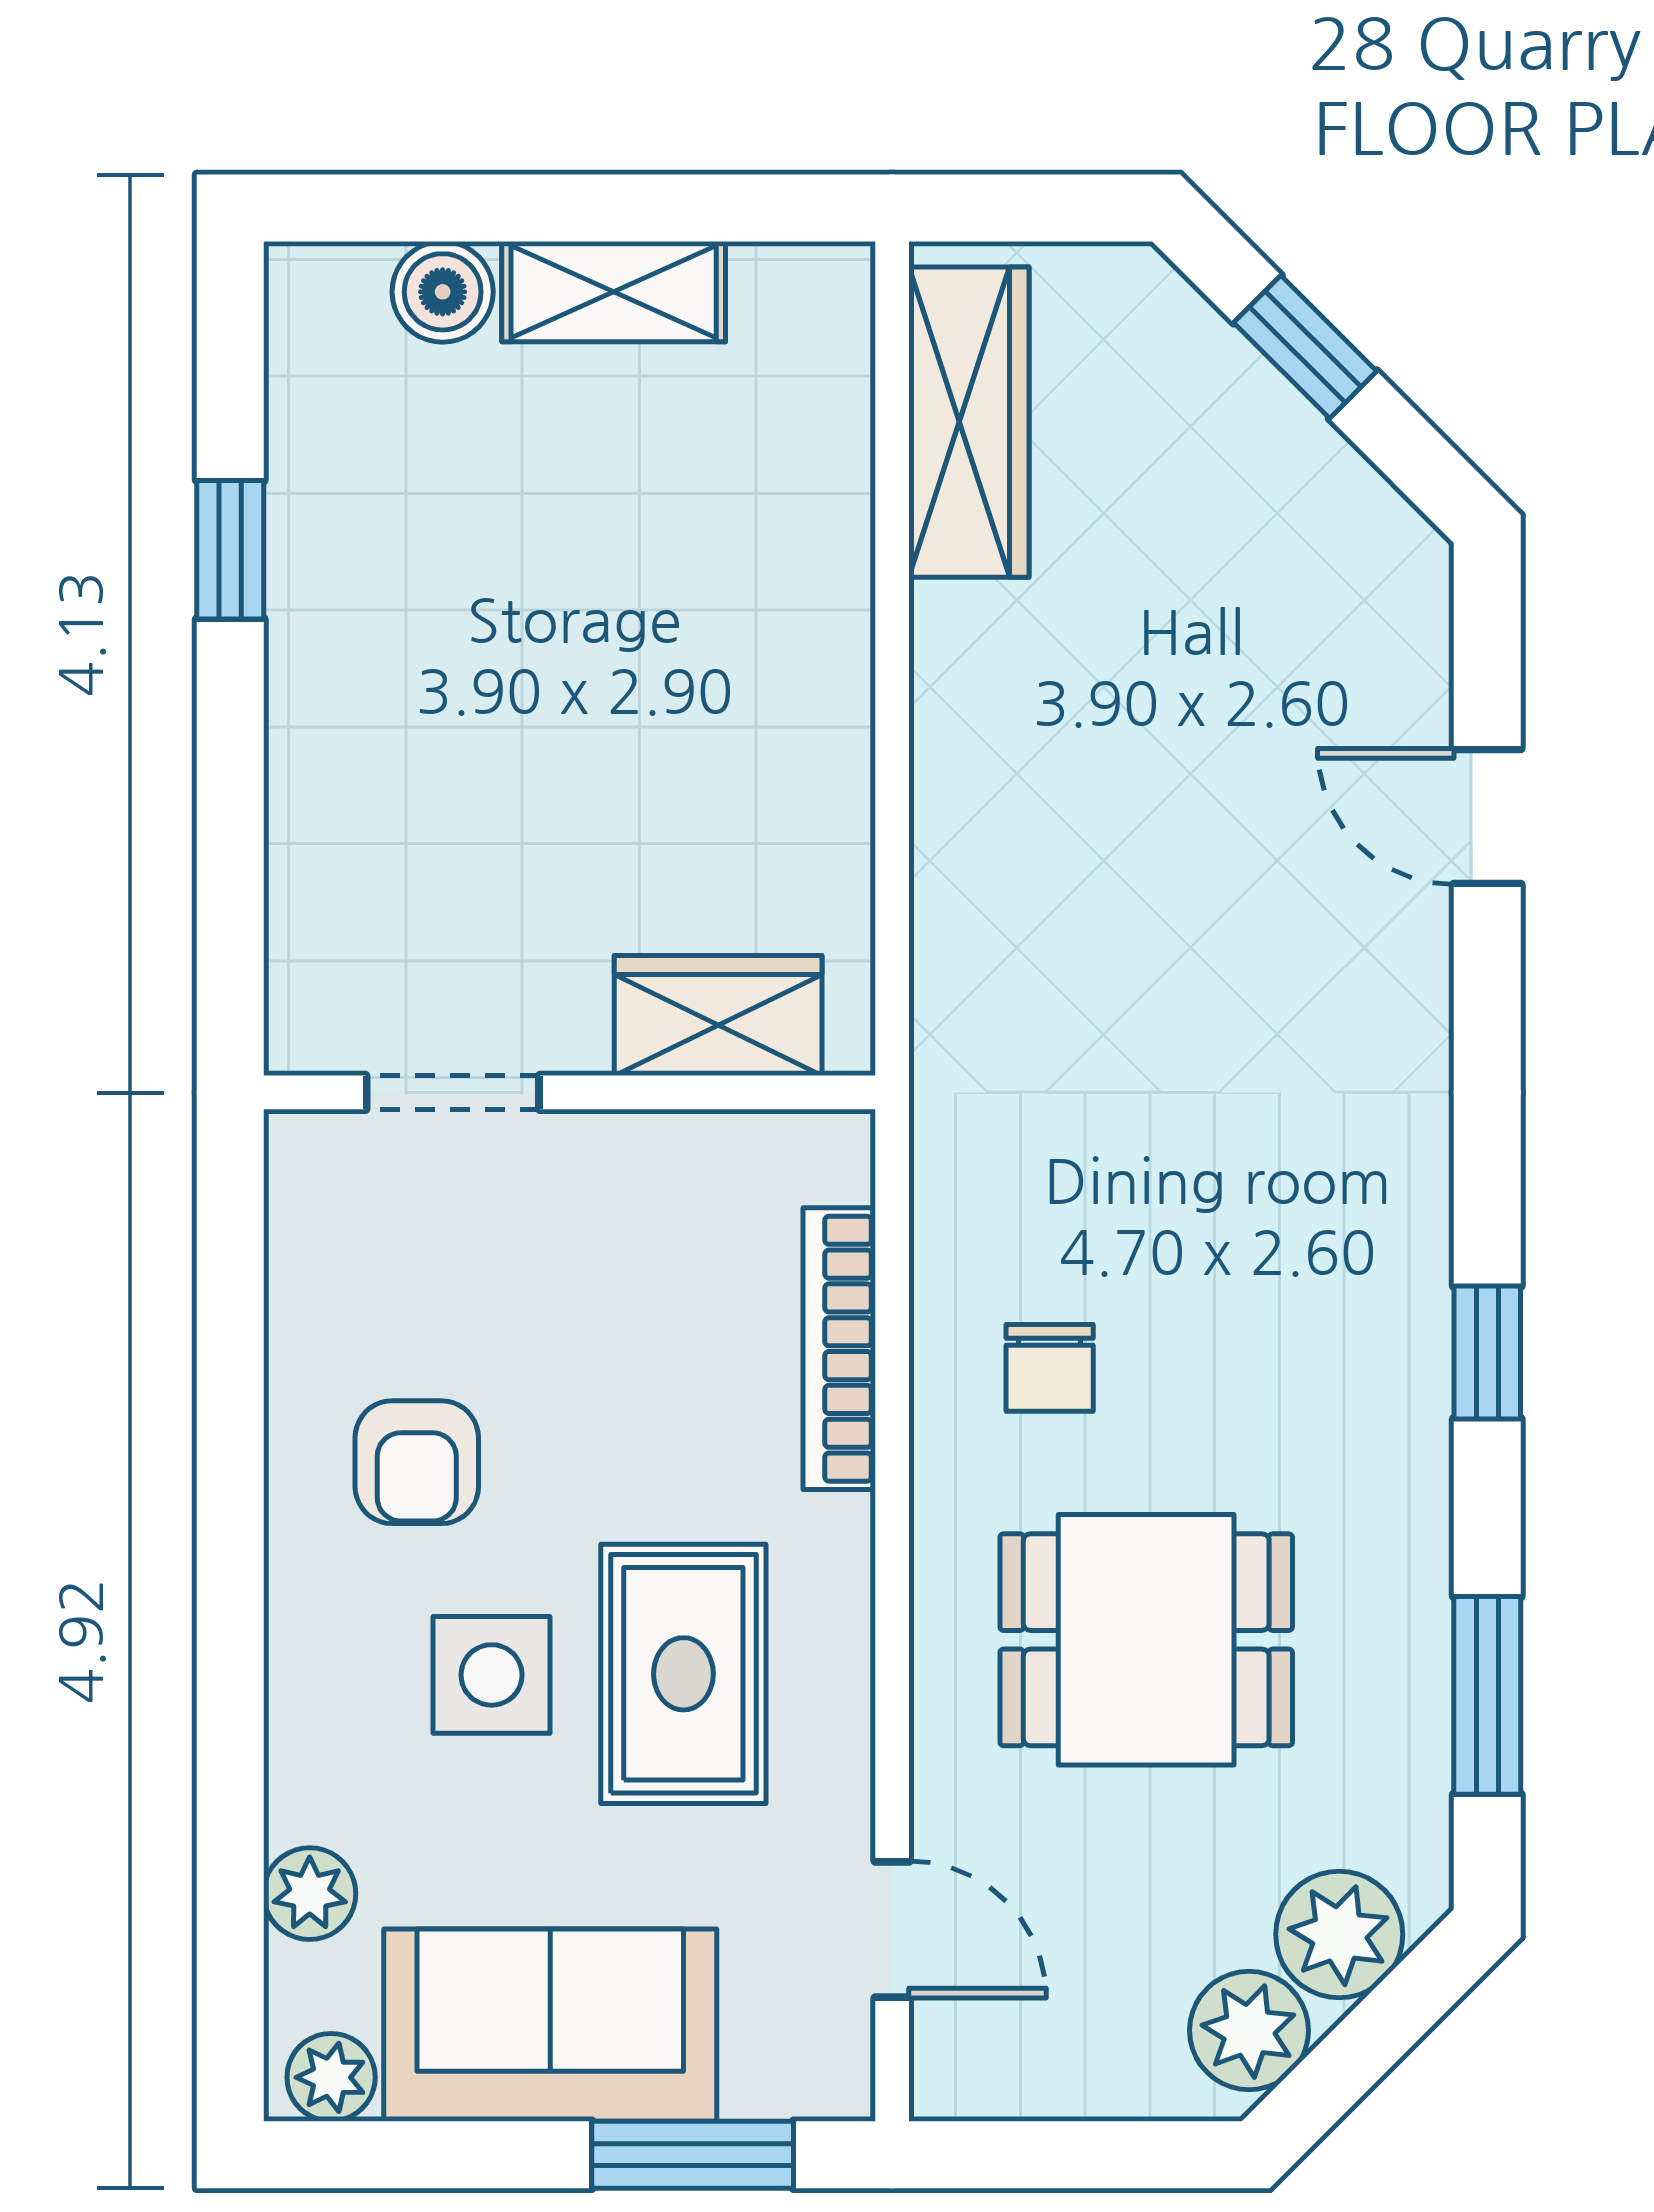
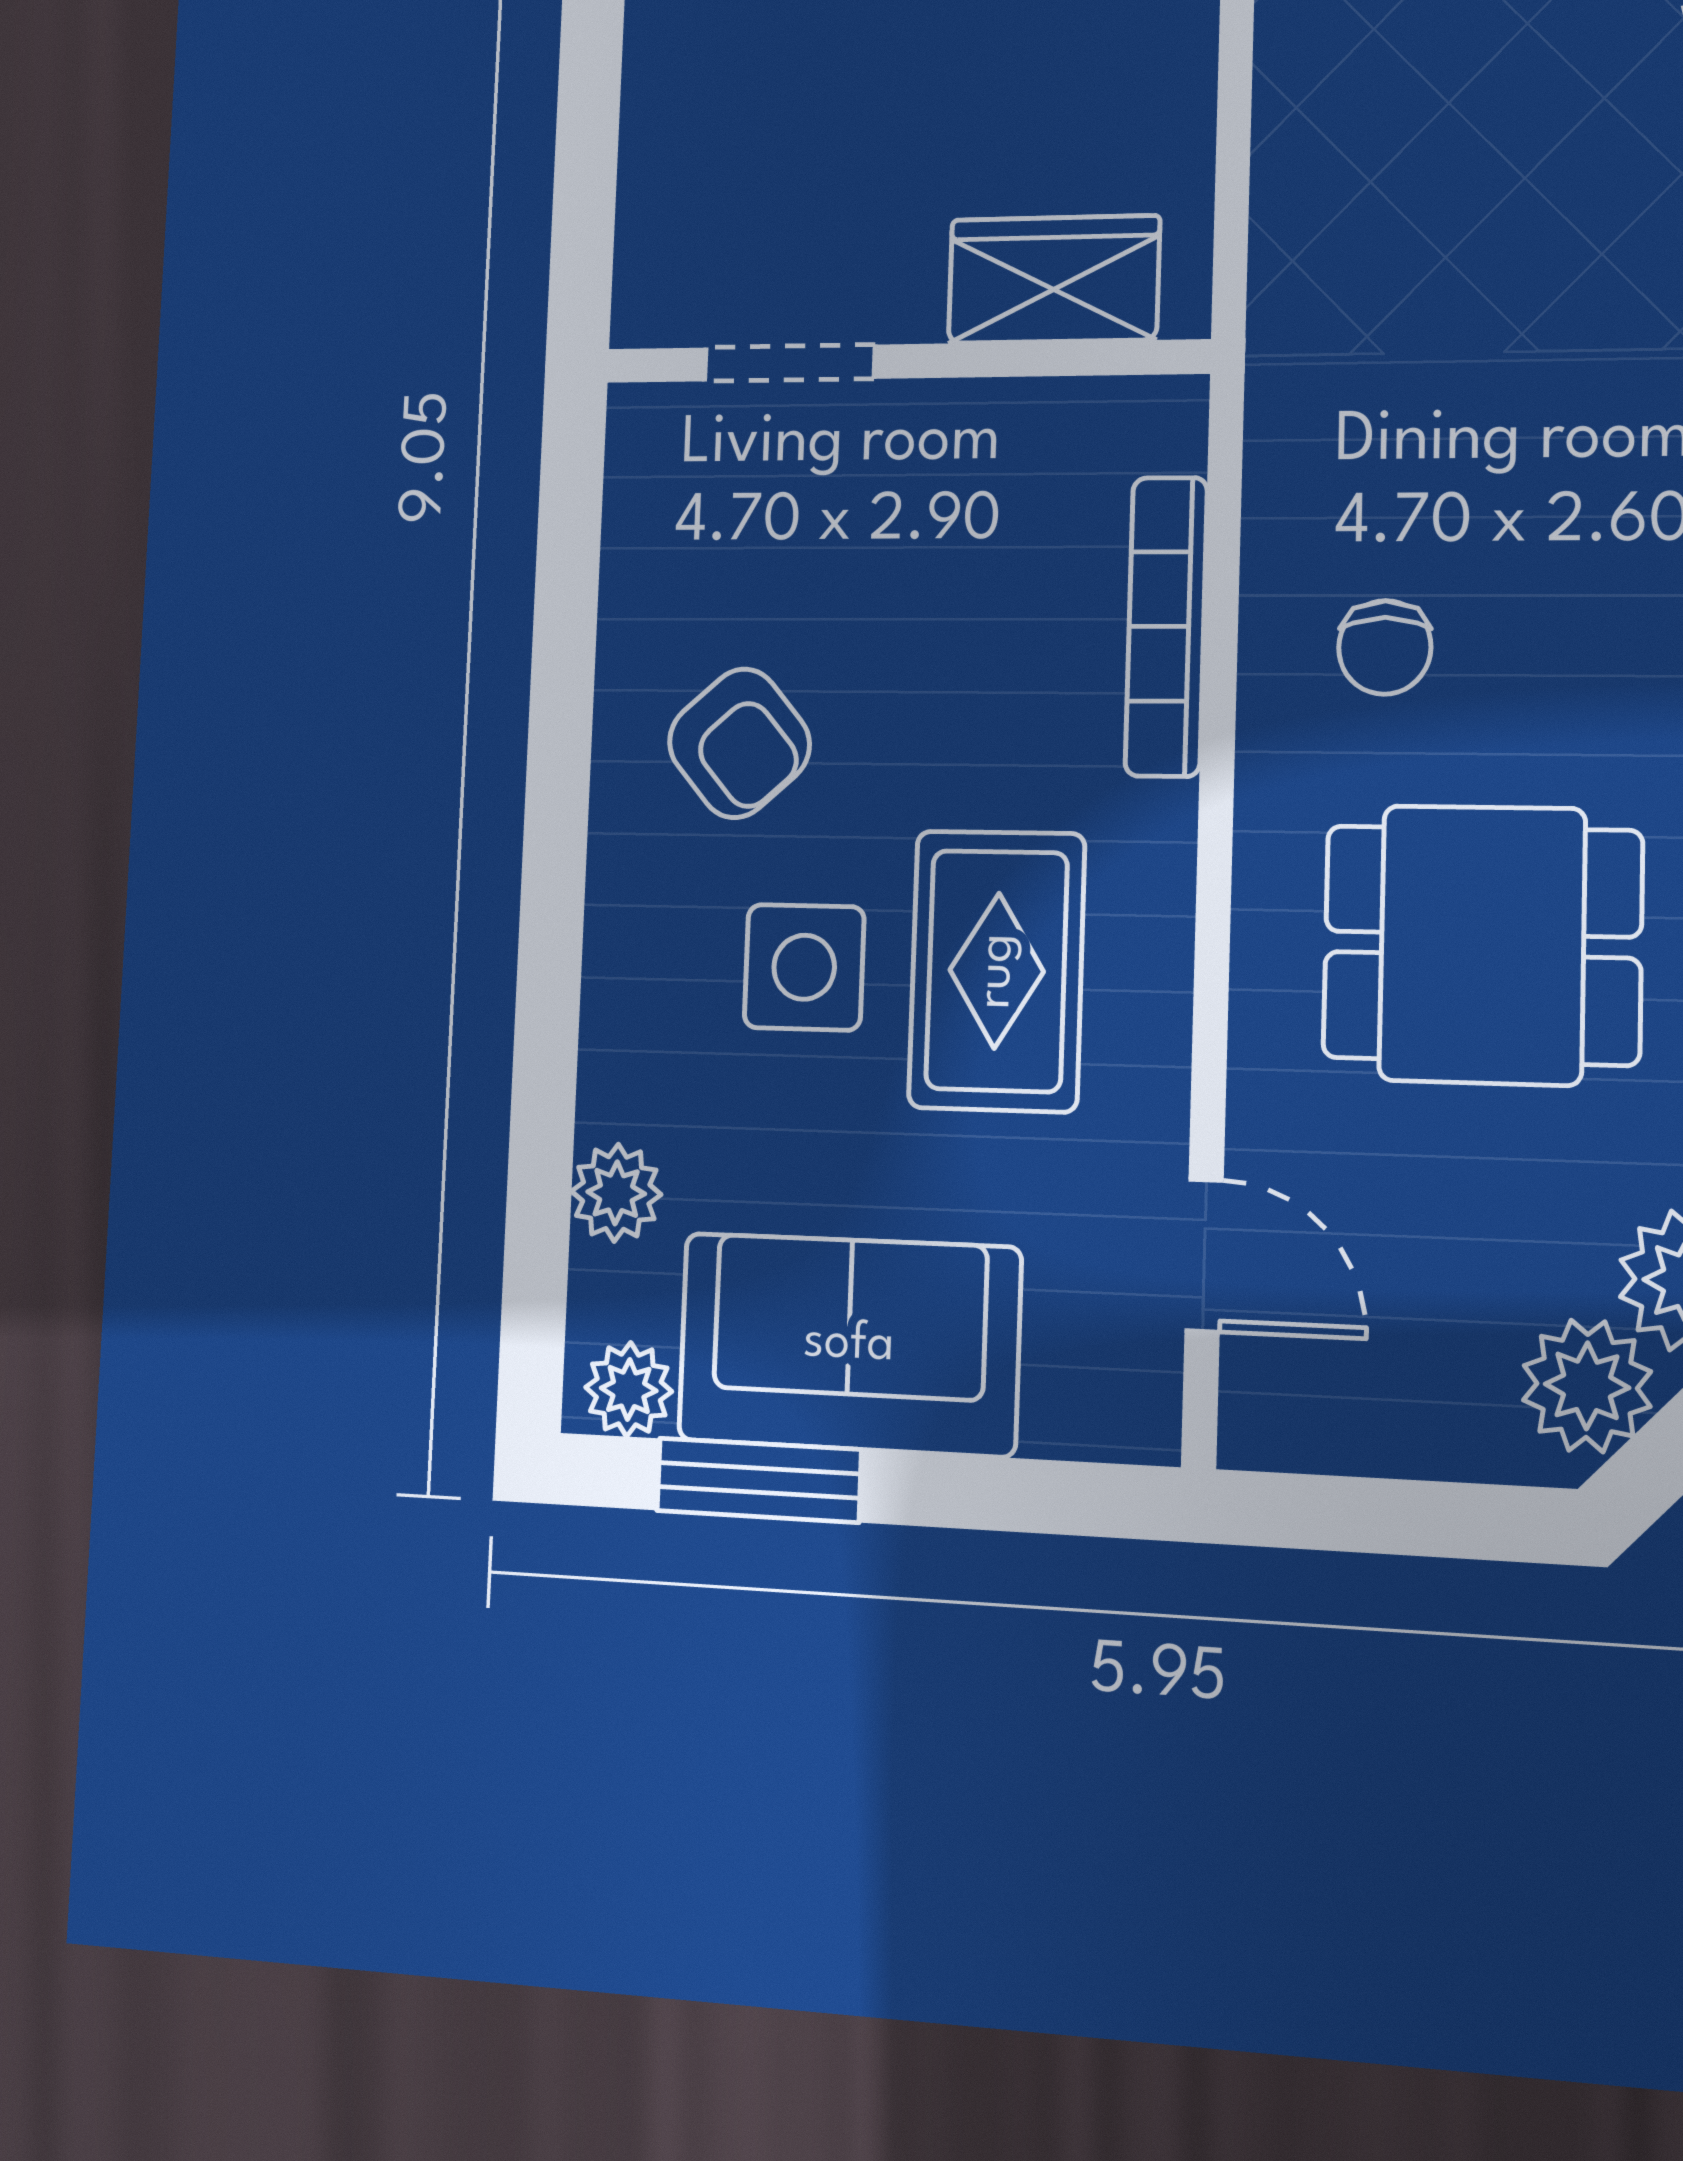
armchair: (417, 1462) -> (739, 743), turned -41
window: (693, 2155) -> (759, 1480), moved

